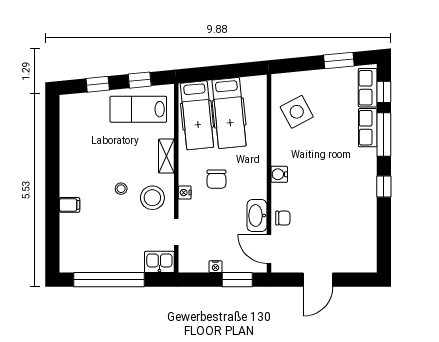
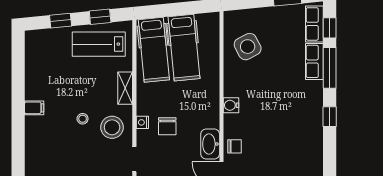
chair: (216, 179) -> (167, 126), moved
filing cabinet: (69, 205) -> (34, 108), moved

